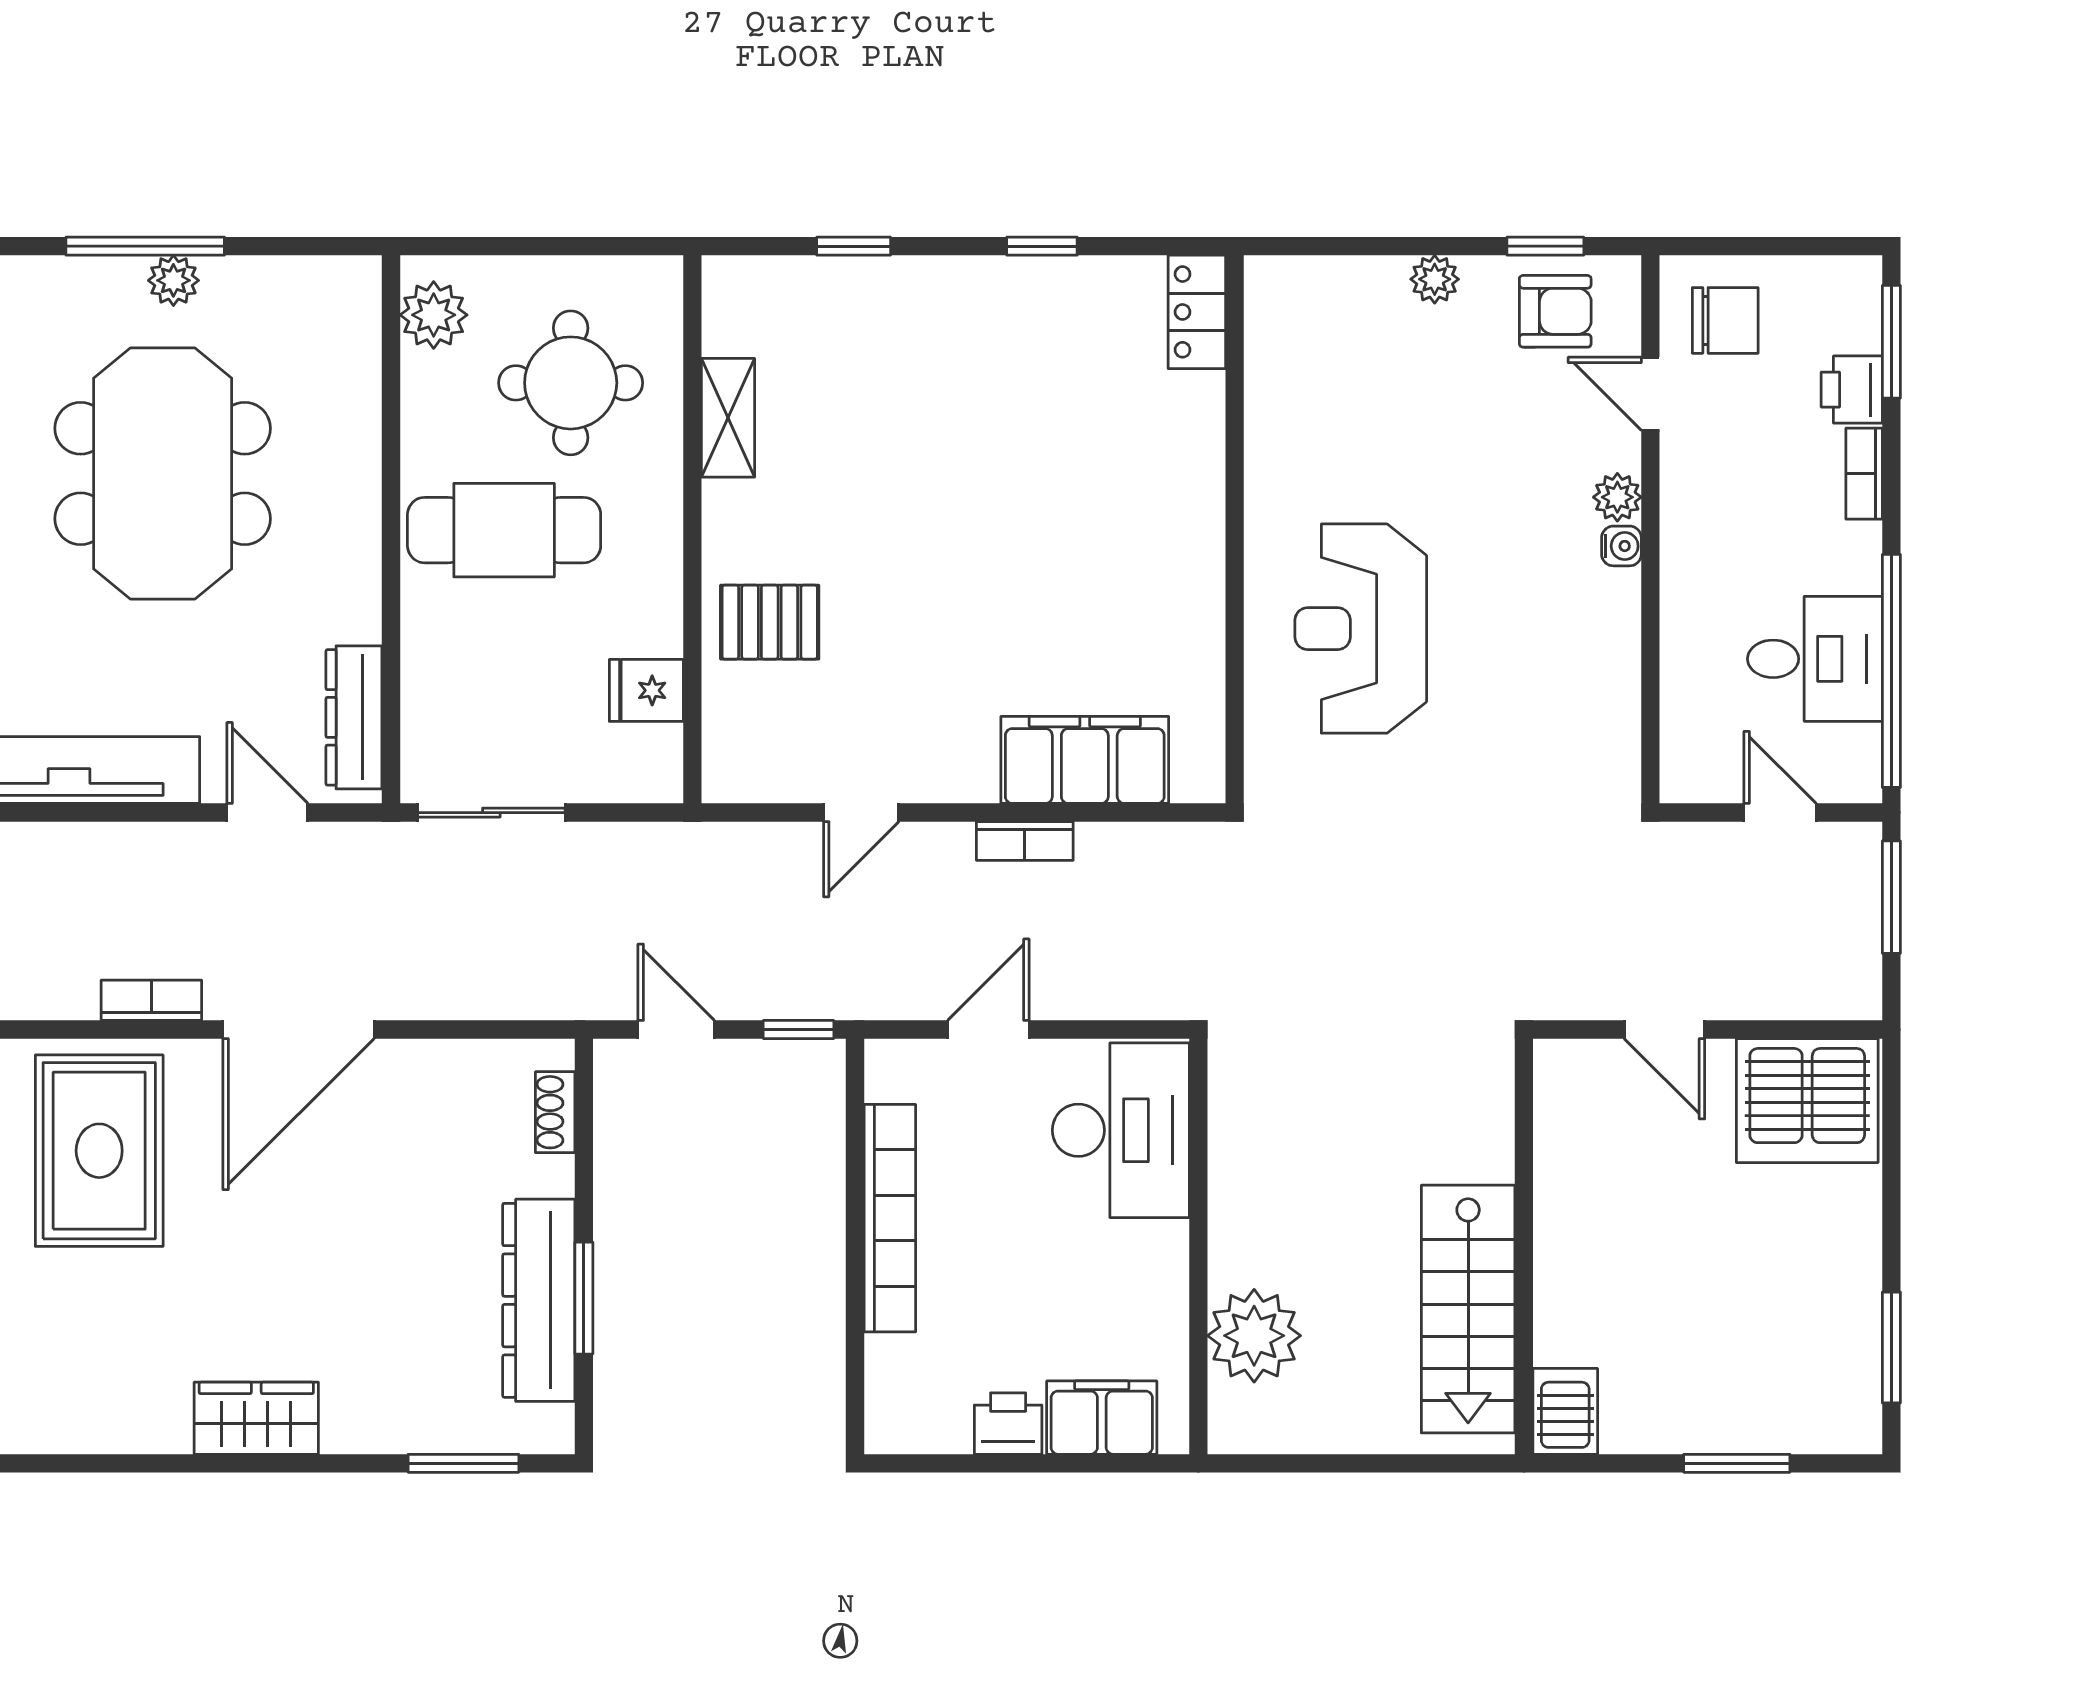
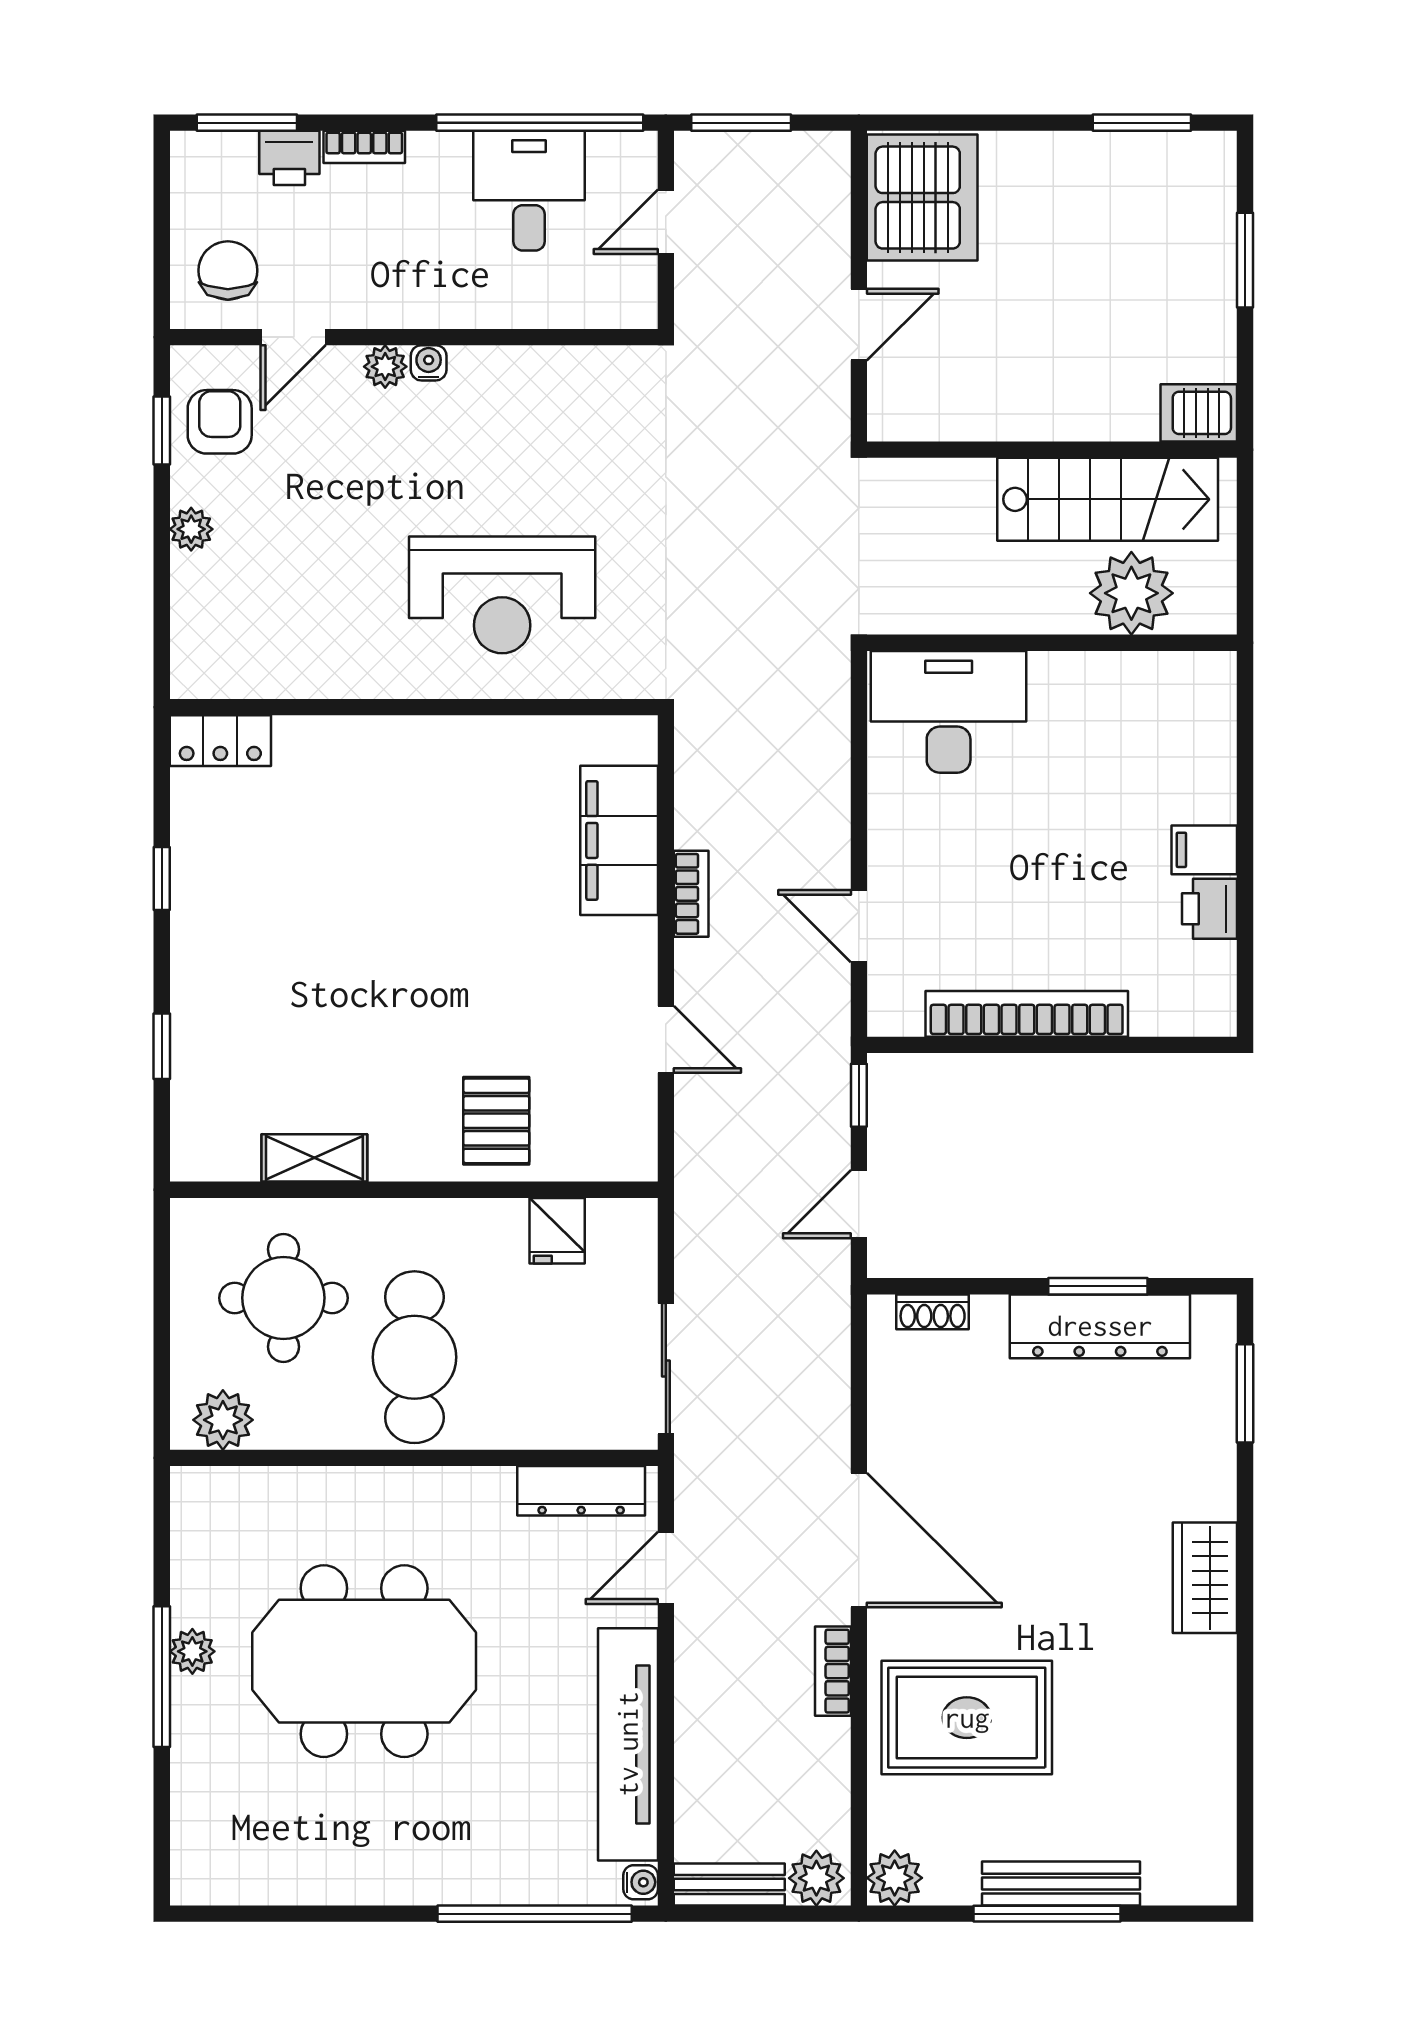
desk: (1121, 1130) -> (949, 712), moved
wall: (1198, 1246) -> (1052, 643), moved
plant: (1254, 1336) -> (1131, 593), moved
filing cabinet: (1102, 1418) -> (1204, 850), width x0.50

